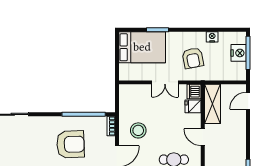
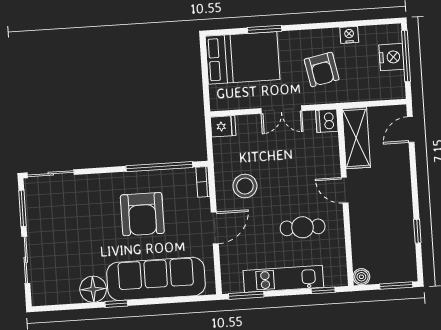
fridge: (193, 106) -> (223, 126), moved, turned 180
armchair: (70, 144) -> (142, 214), turned 92

